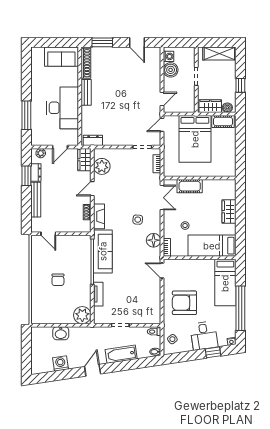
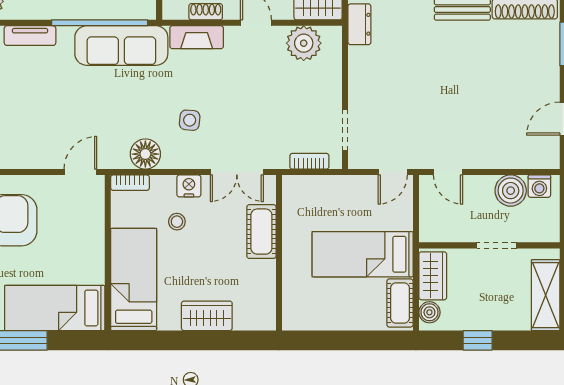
door: (162, 125) -> (393, 172), swing flipped
bed: (195, 139) -> (363, 254), width x0.67
nightstand: (168, 220) -> (189, 186), added

